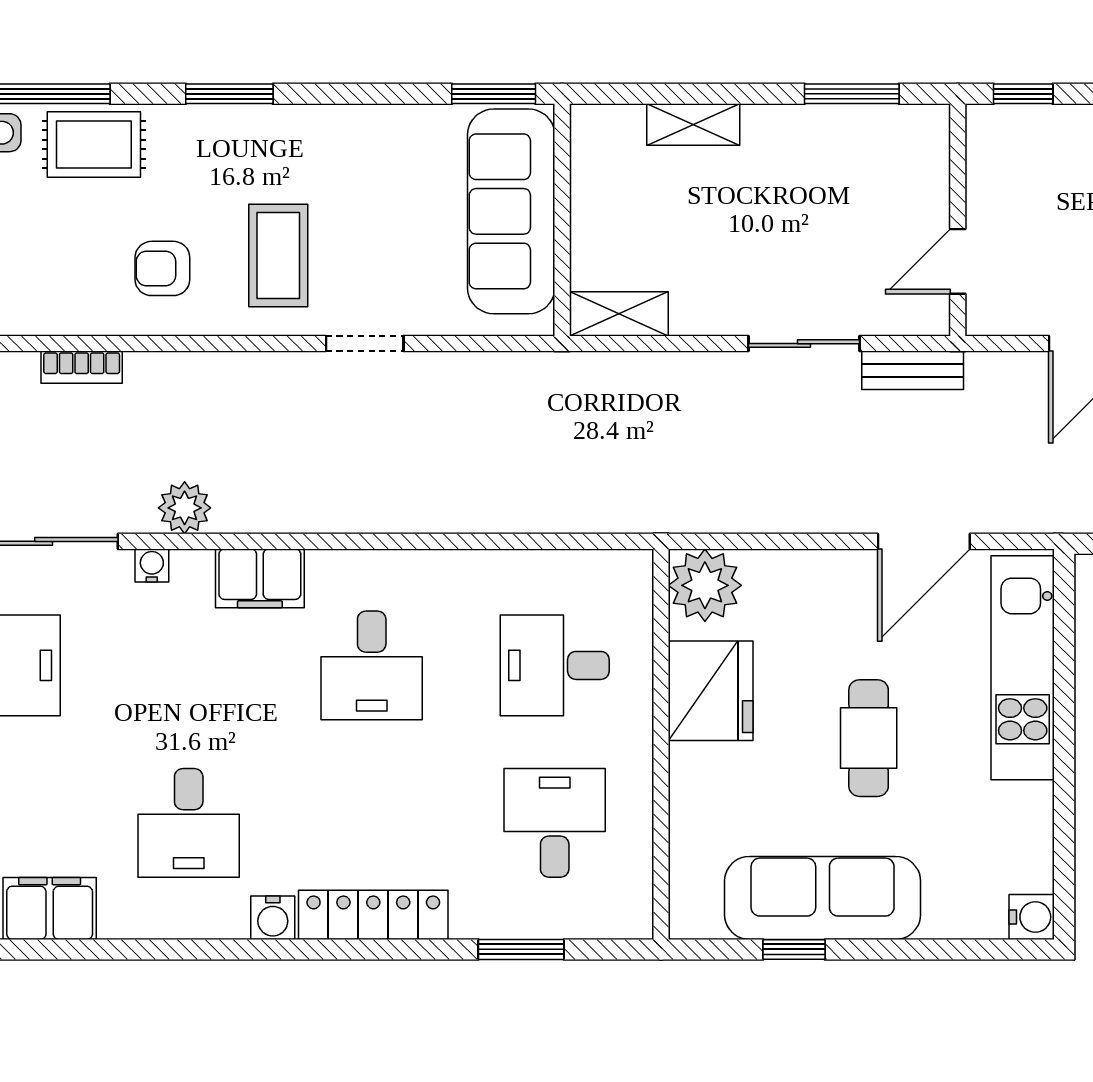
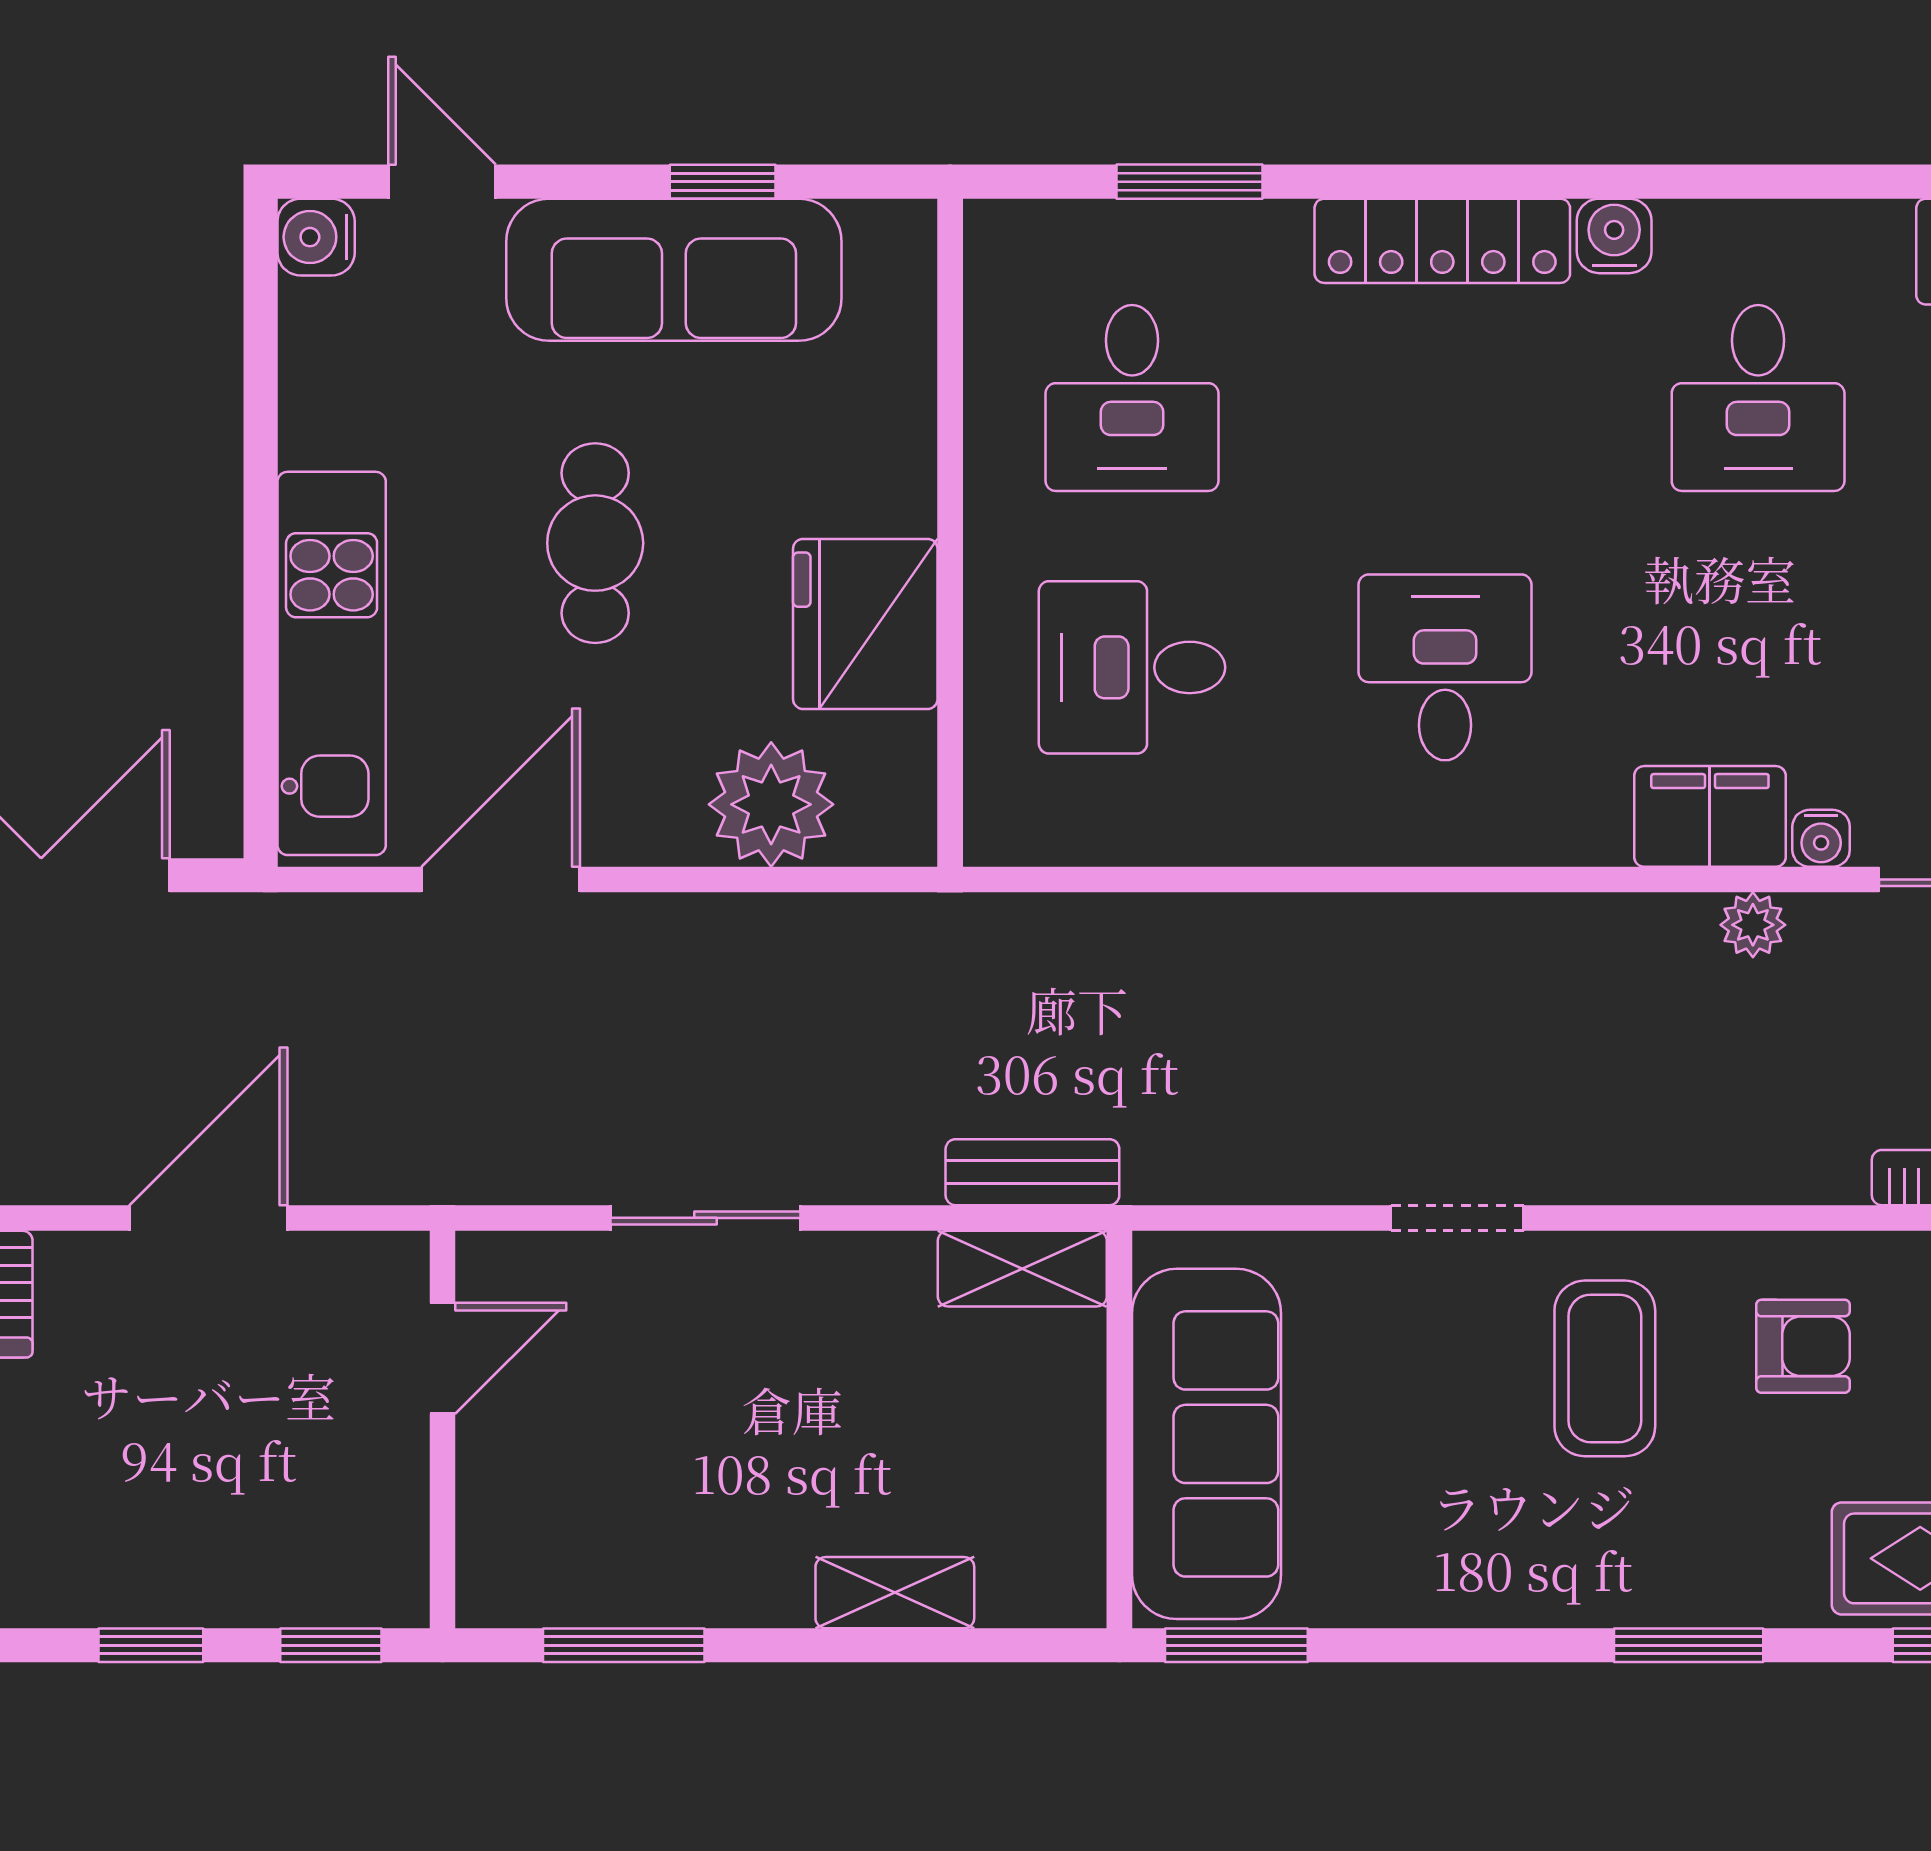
bench: (913, 370) -> (1032, 1172), moved
plant: (185, 508) -> (1753, 925), width x0.73, depth x0.73
filing cabinet: (260, 578) -> (1710, 816), moved
plant: (705, 585) -> (771, 804), moved
desk: (555, 665) -> (1132, 667), turned 180
desk: (189, 823) -> (1758, 398), turned 180
door: (958, 949) -> (442, 182), added

